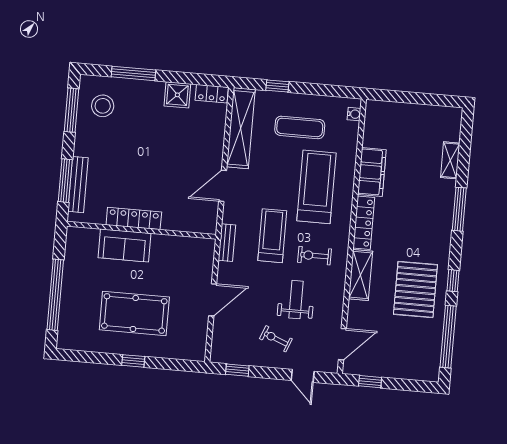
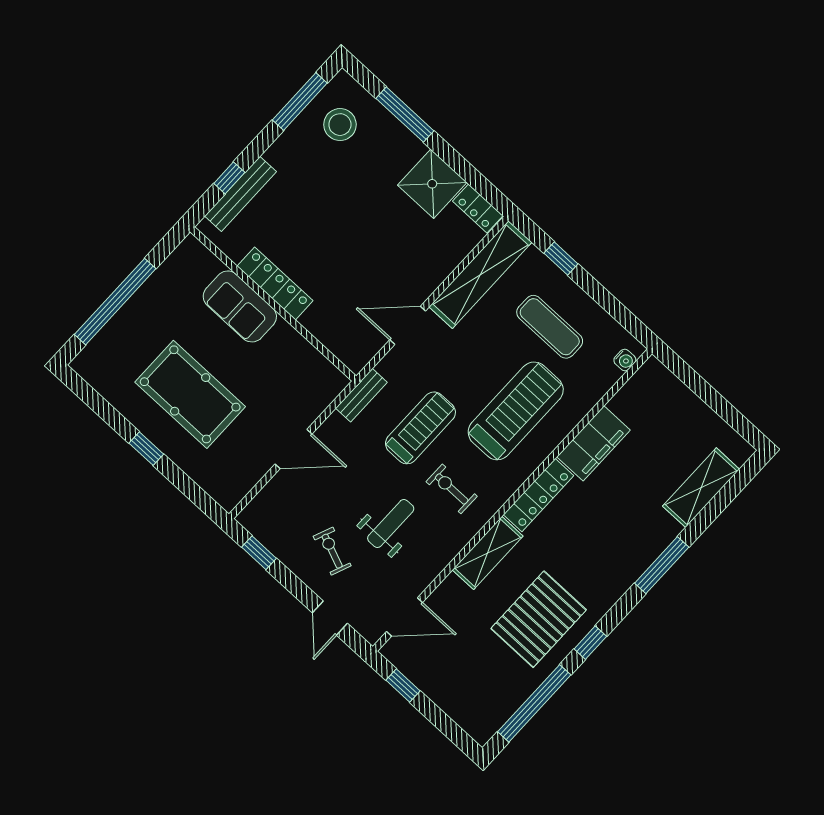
shower: (177, 95) -> (432, 184), width x1.36, depth x1.36
shelving: (450, 160) -> (701, 488), width x1.50, depth x1.33
window: (65, 181) -> (229, 178), width x0.46

